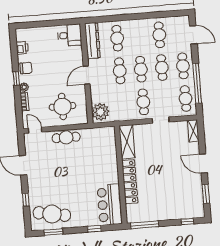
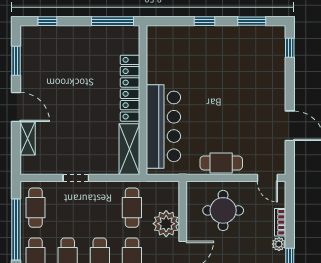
cafe table: (143, 102) -> (132, 208), moved
plant: (100, 112) -> (166, 224), moved
shelving: (193, 131) -> (28, 139), moved
window: (26, 200) -> (290, 48), moved
bar counter: (110, 205) -> (163, 126), moved, width x1.36
cafe table: (52, 214) -> (252, 49), removed
window: (94, 229) -> (205, 21), moved

